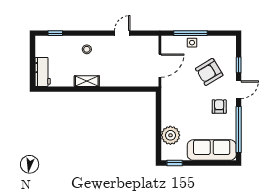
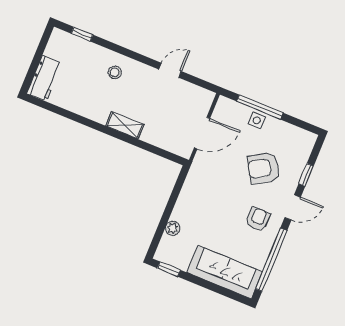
shelving: (87, 81) -> (125, 125), moved
plant: (170, 135) -> (173, 228), width x0.53, depth x0.53

